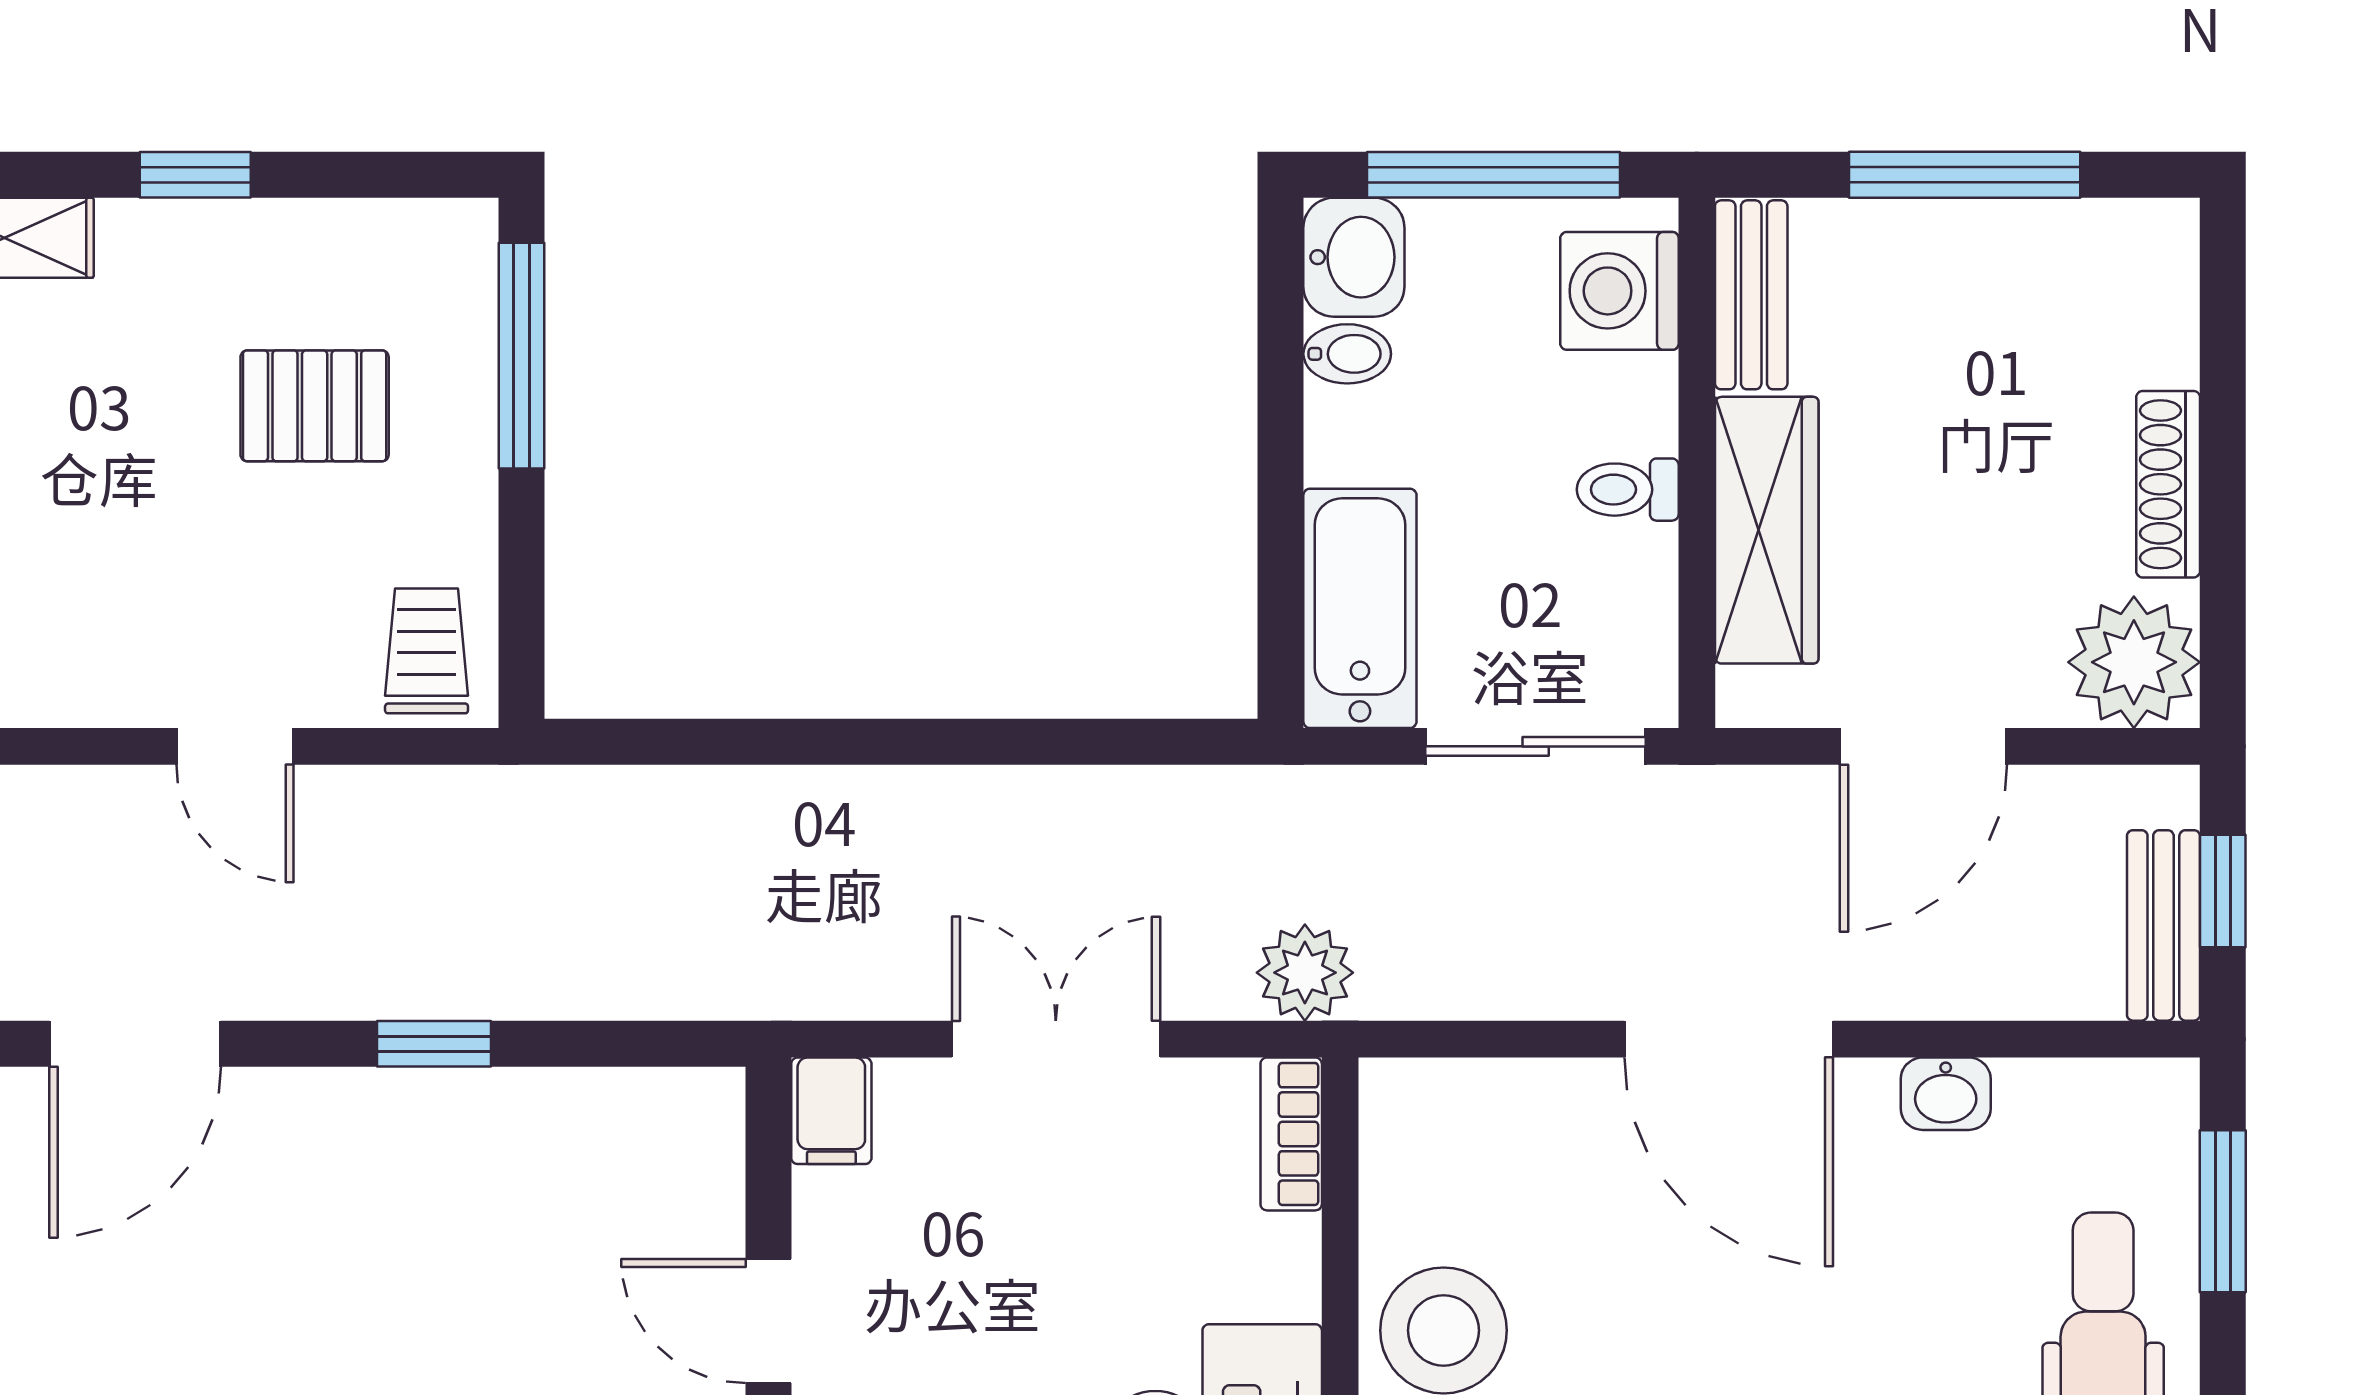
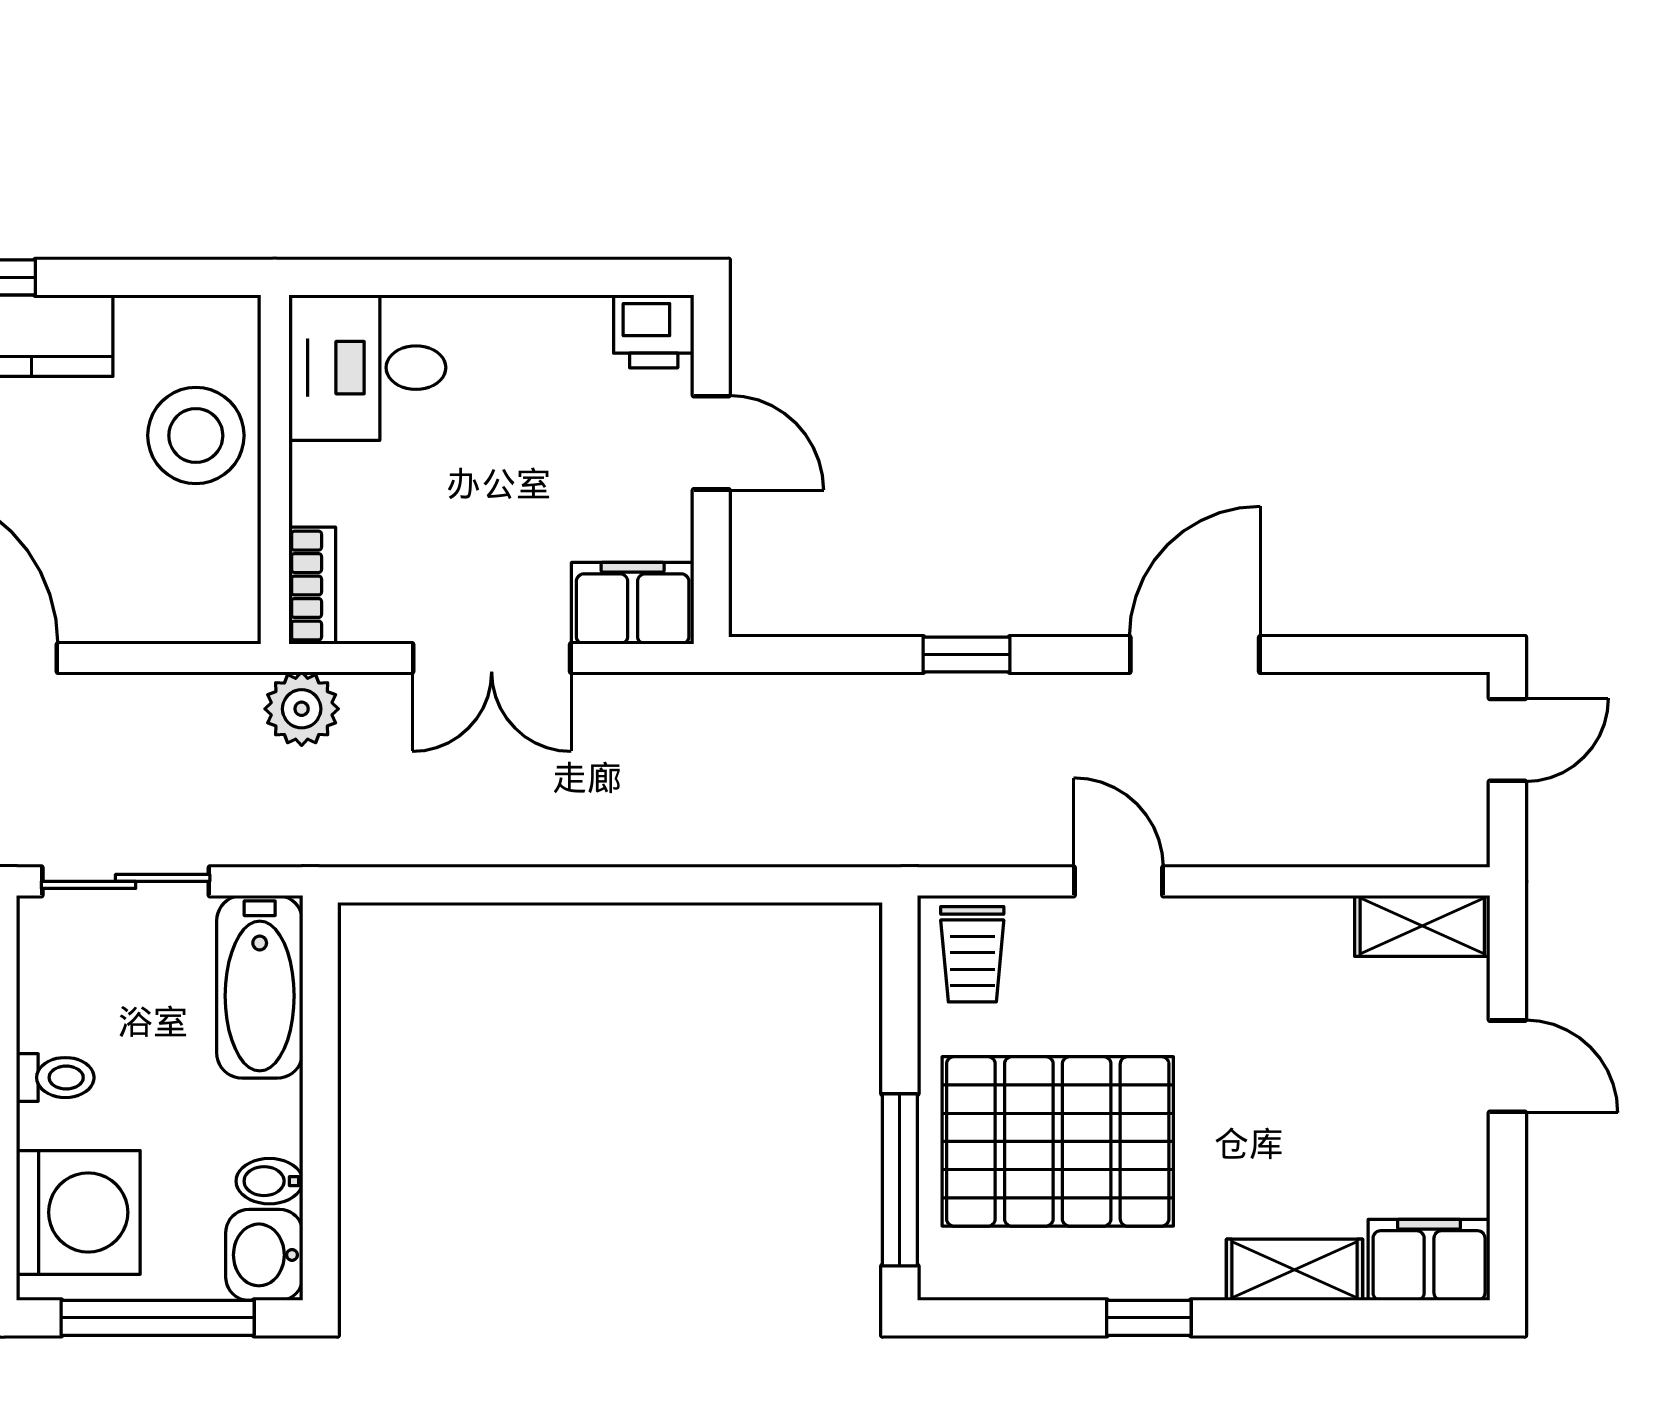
washing machine: (1619, 291) -> (78, 1212), width x1.37, depth x1.37
pallet: (315, 406) -> (1058, 1141), width x2.05, depth x2.00
filing cabinet: (831, 1111) -> (633, 603), width x2.00

